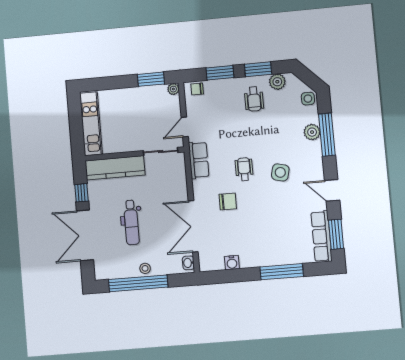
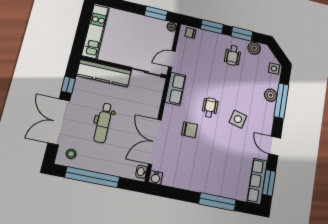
water cooler: (232, 263) -> (156, 178), moved
stool: (145, 268) -> (71, 154), moved

